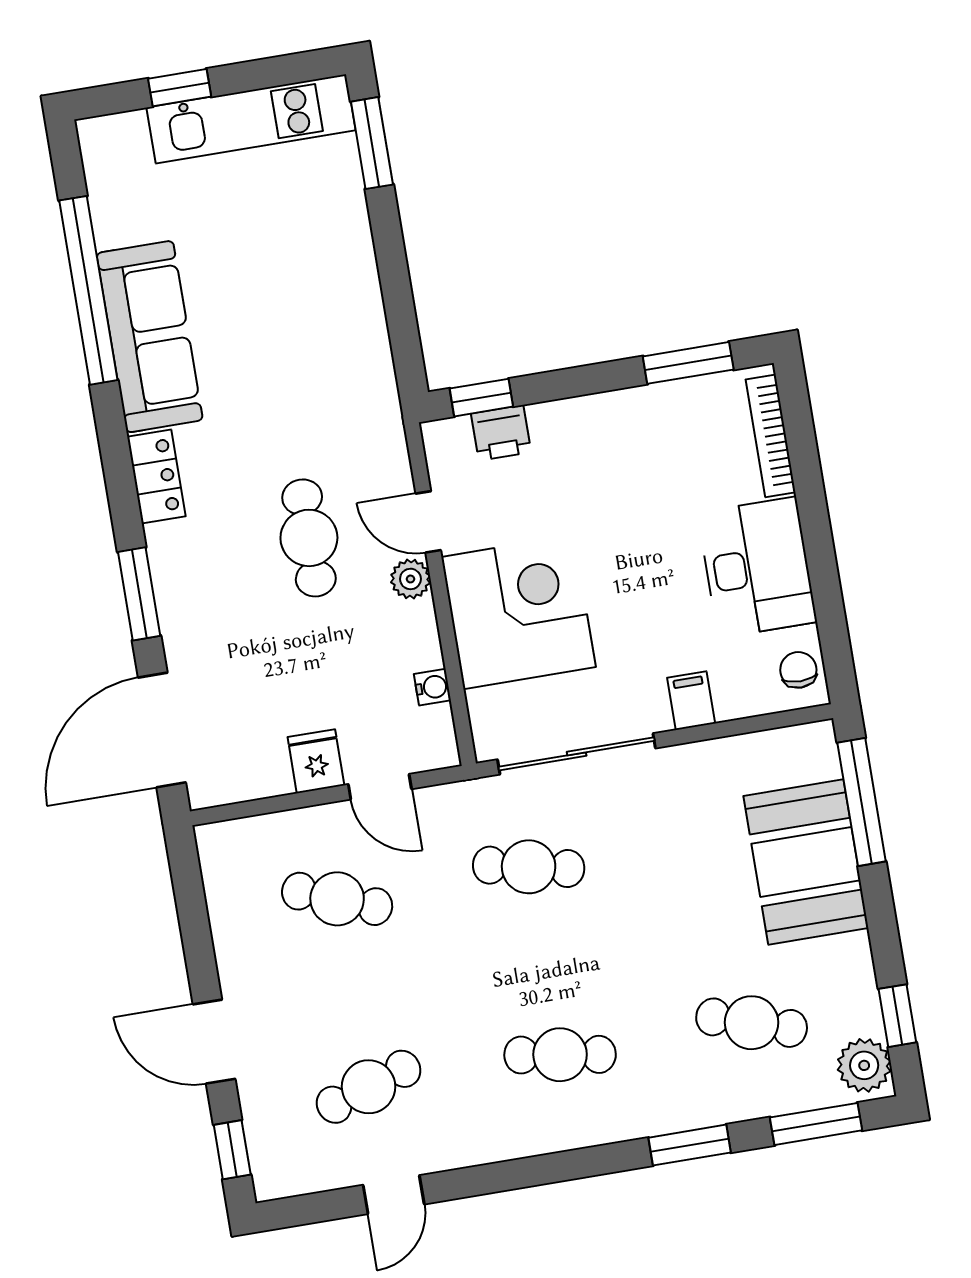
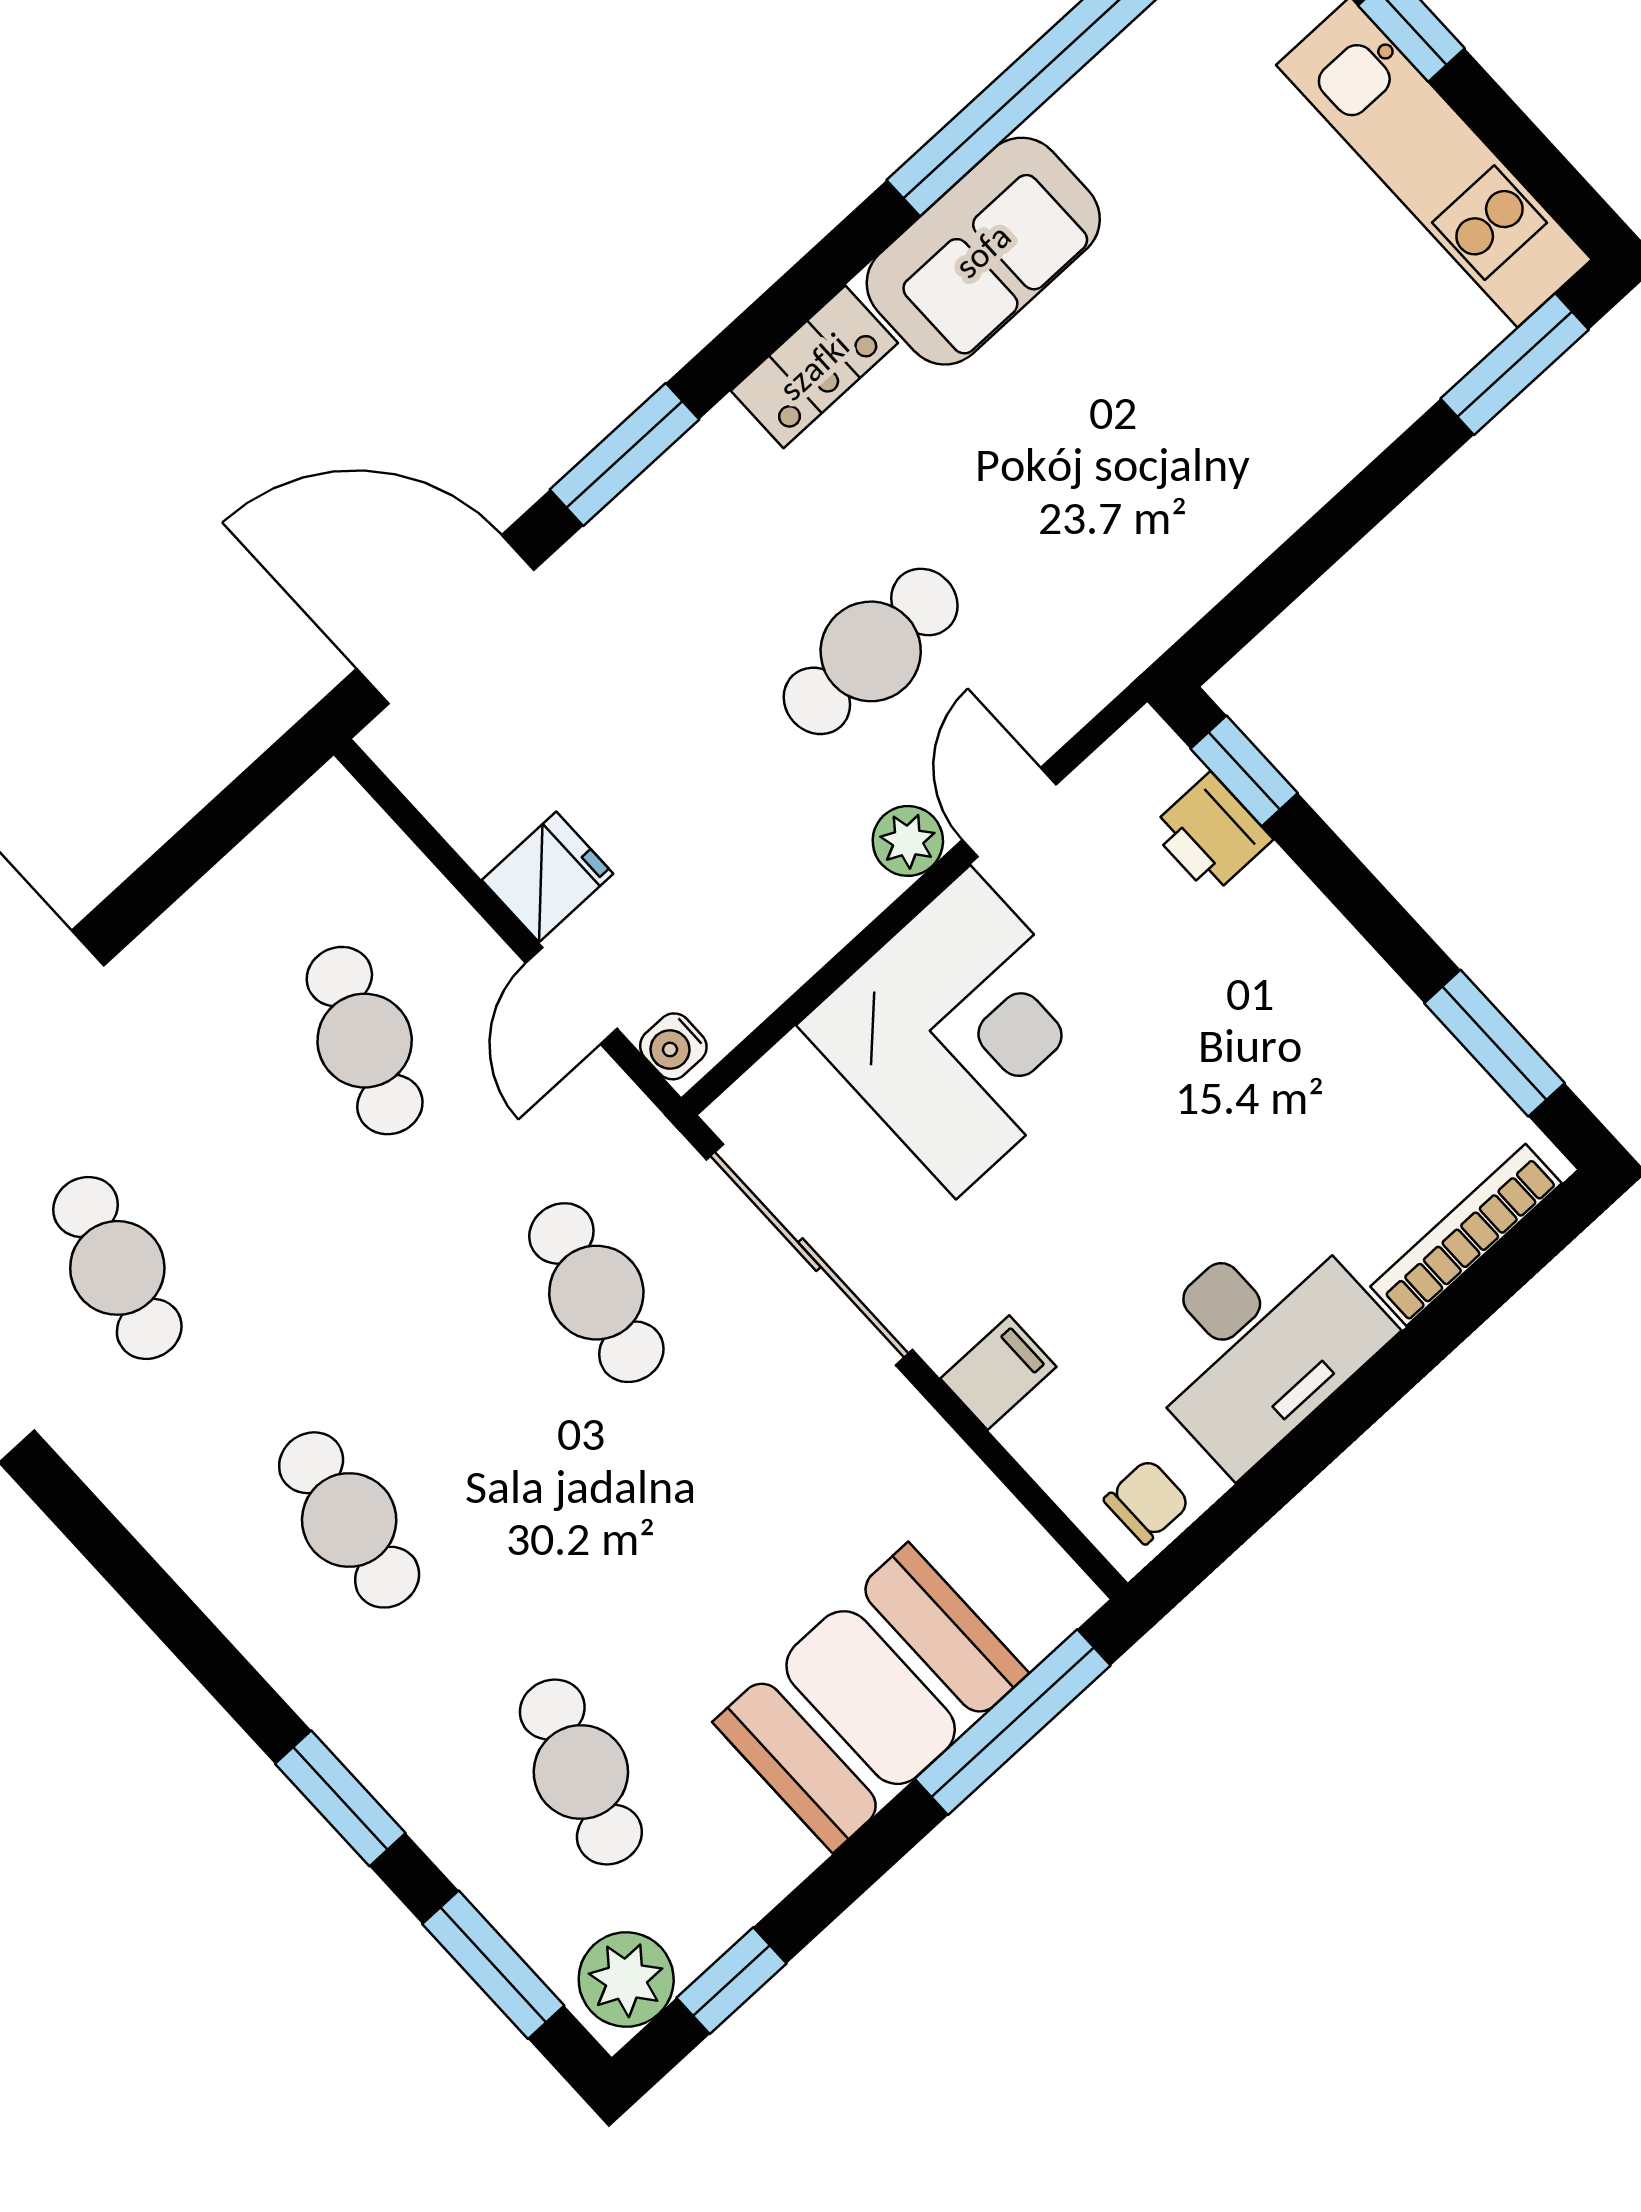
sofa: (150, 337) -> (983, 251), width x0.73
water cooler: (432, 687) -> (673, 1046), moved, turned 90
cafe table: (369, 1087) -> (117, 1268), turned 33

